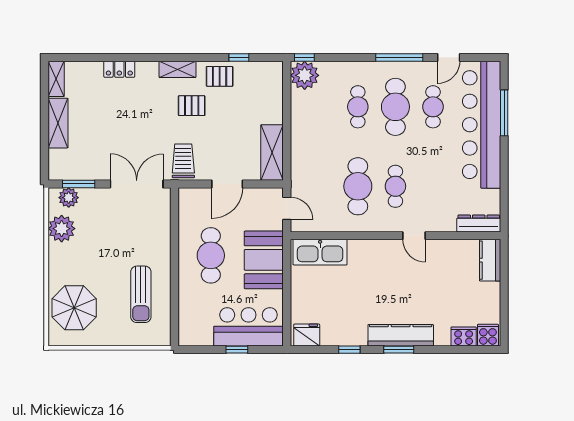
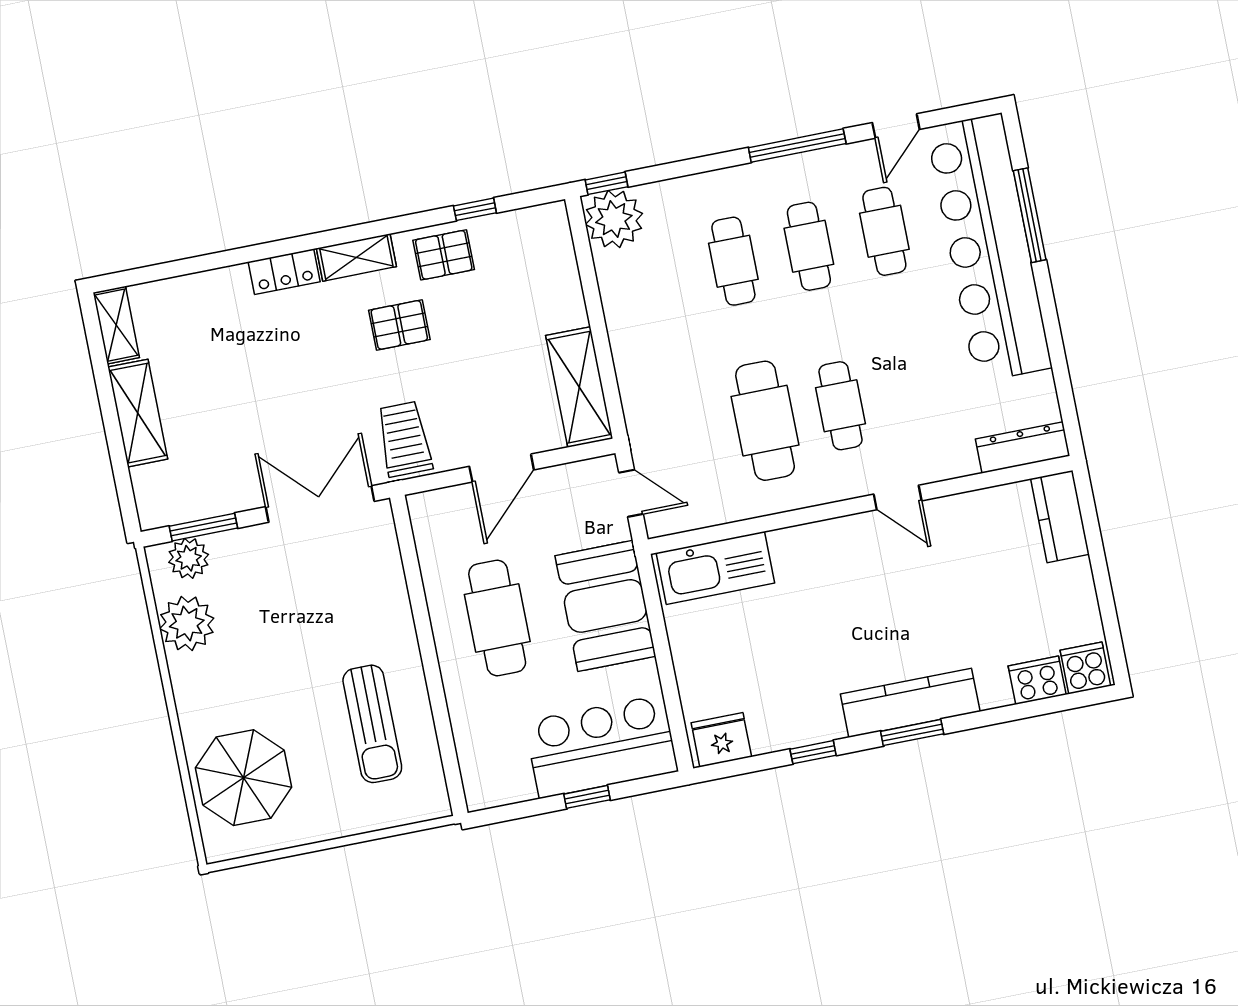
locker: (119, 69) -> (284, 272), moved
cafe table: (395, 107) -> (809, 246), width x0.73, depth x0.74

